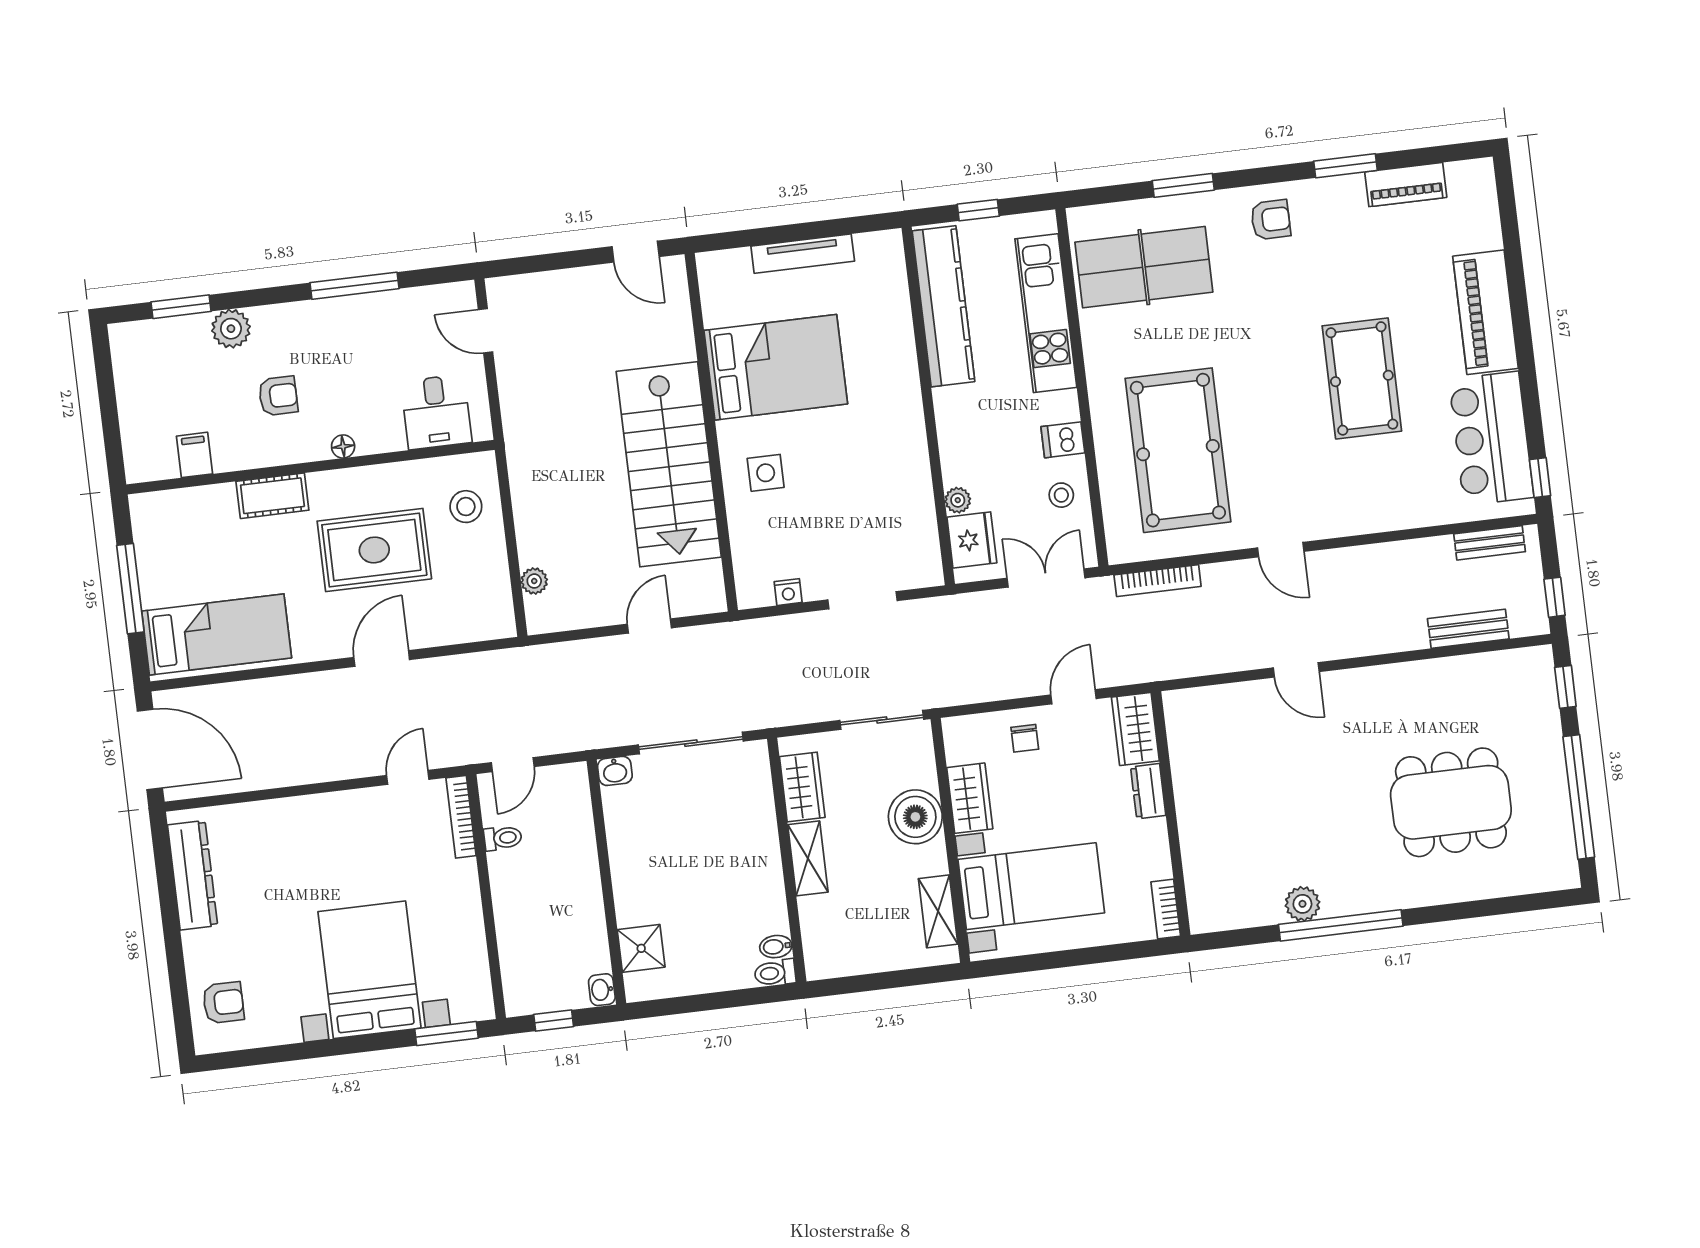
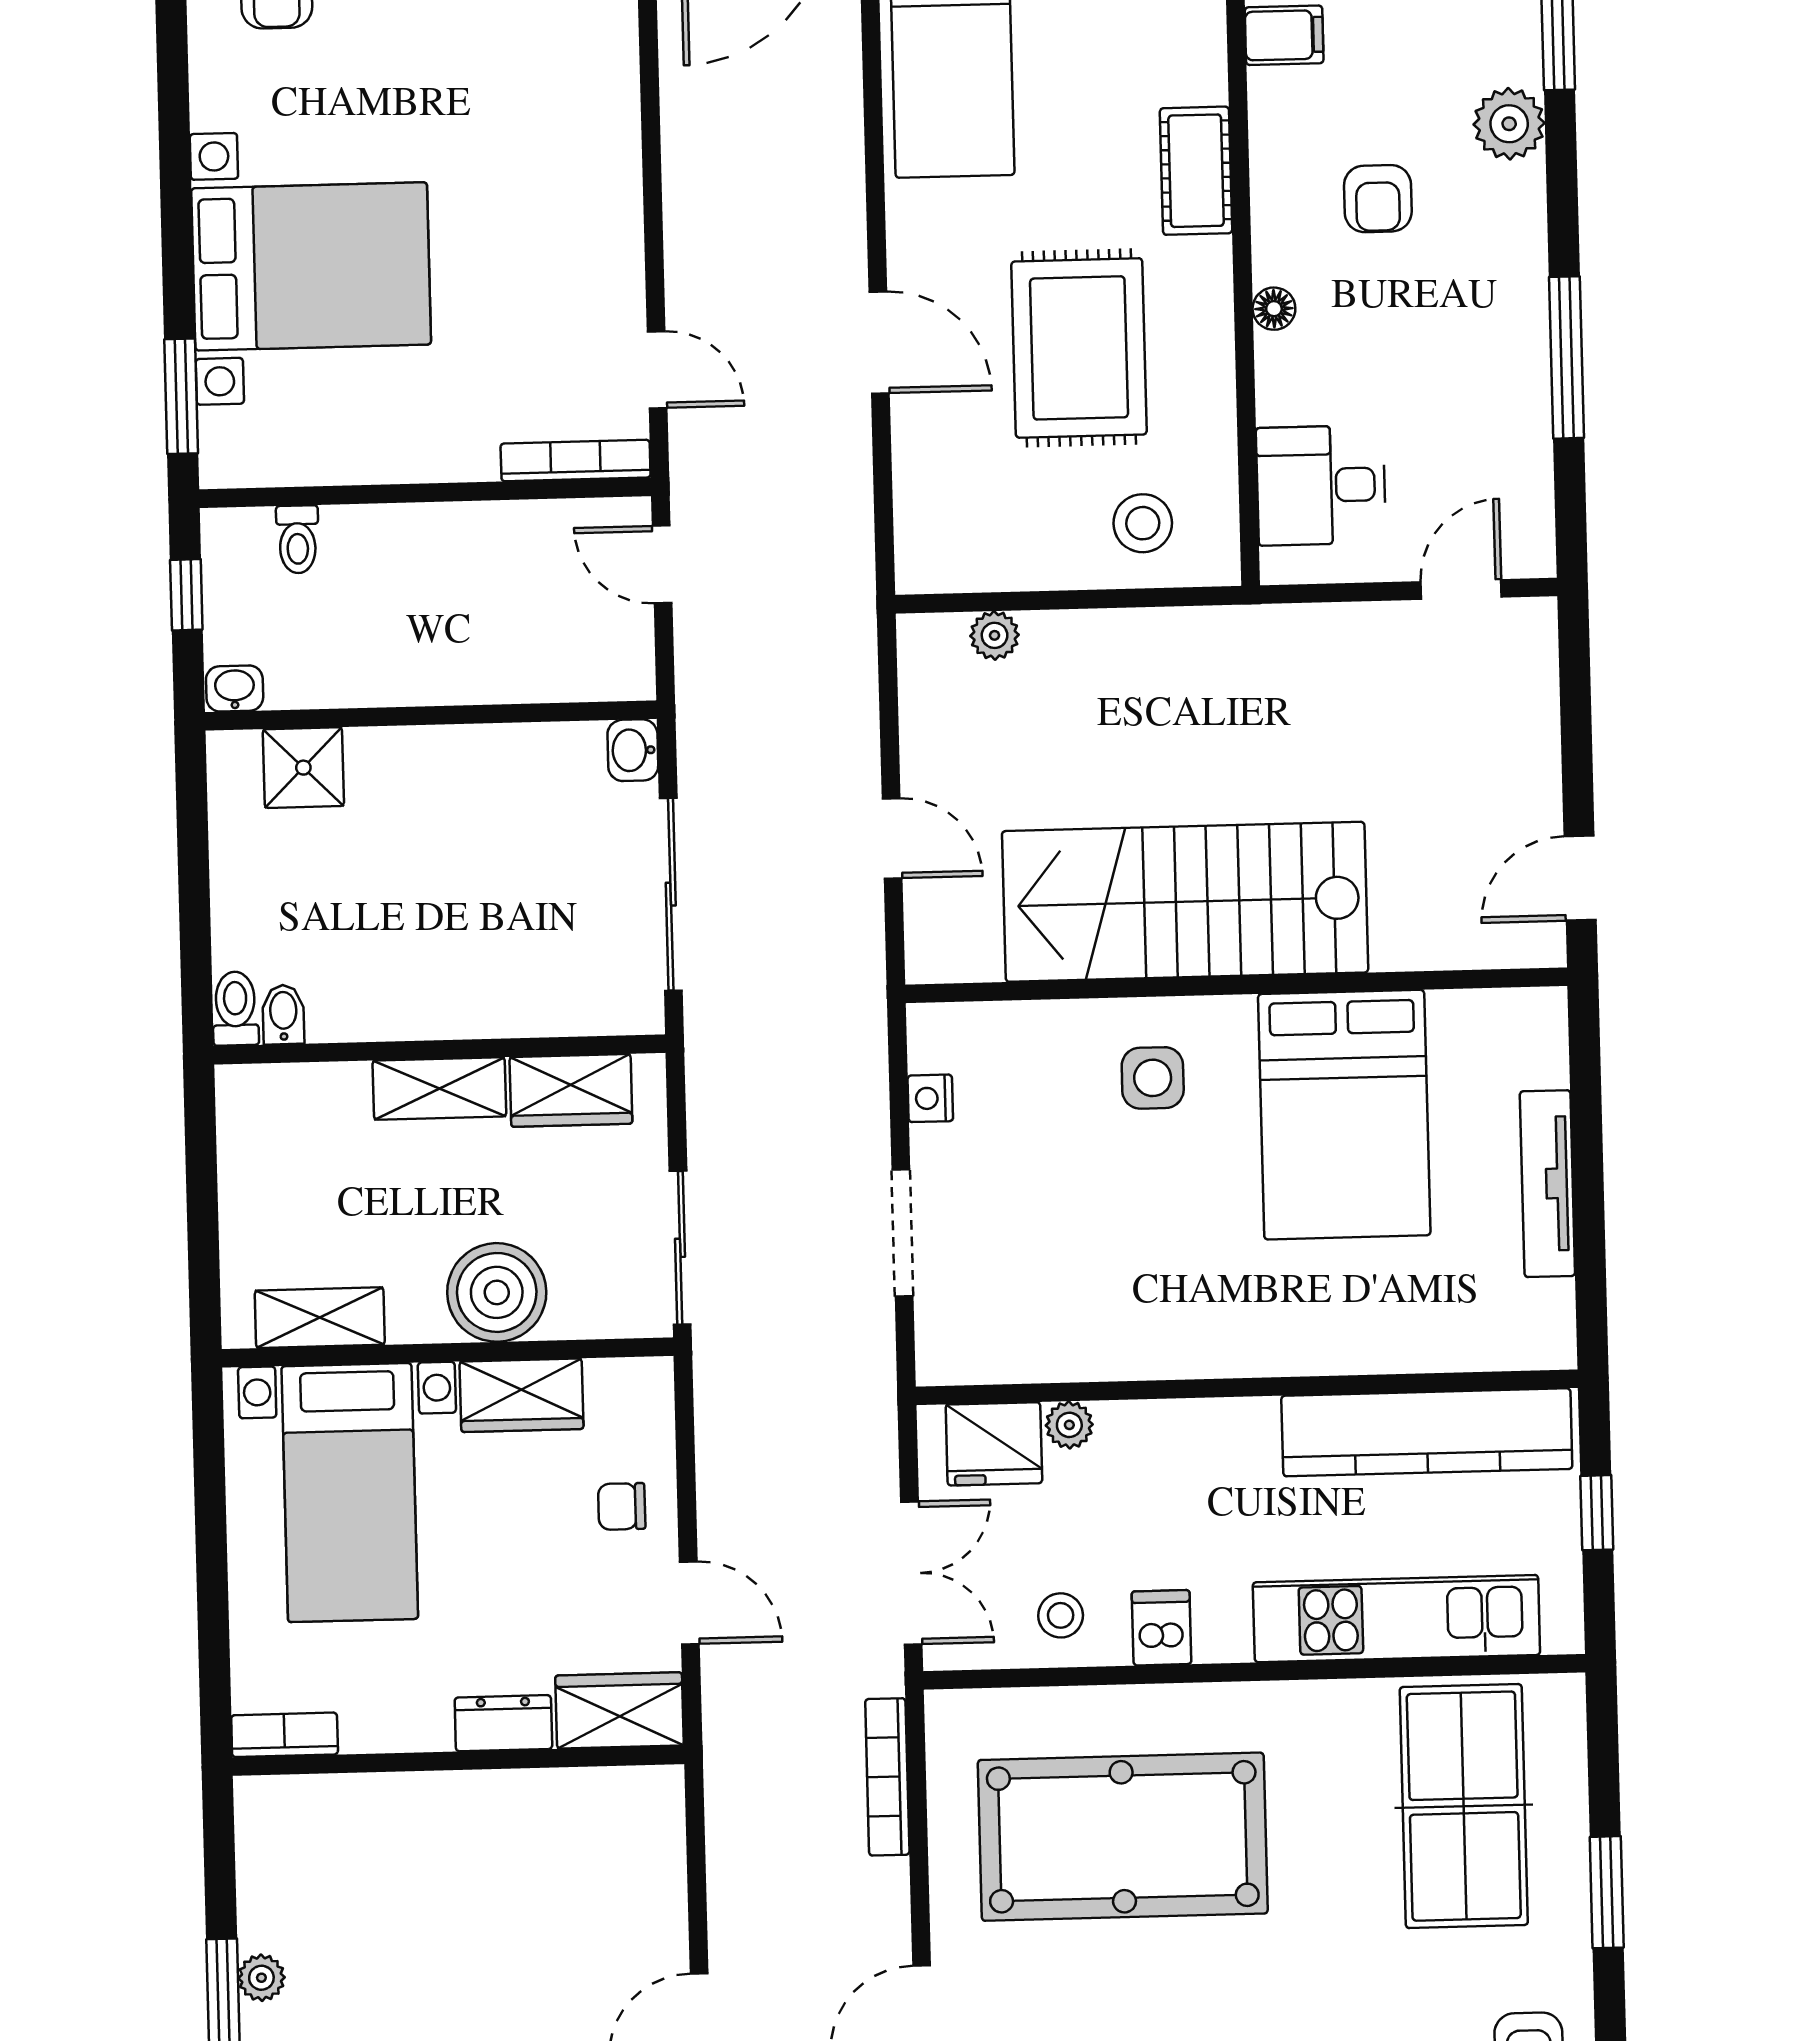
toilet: (503, 838) -> (298, 539), moved
plant: (1302, 904) -> (261, 1978), width x0.73, depth x0.73

